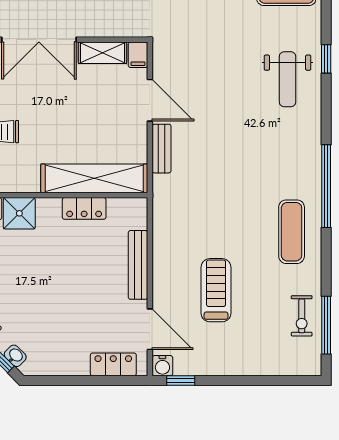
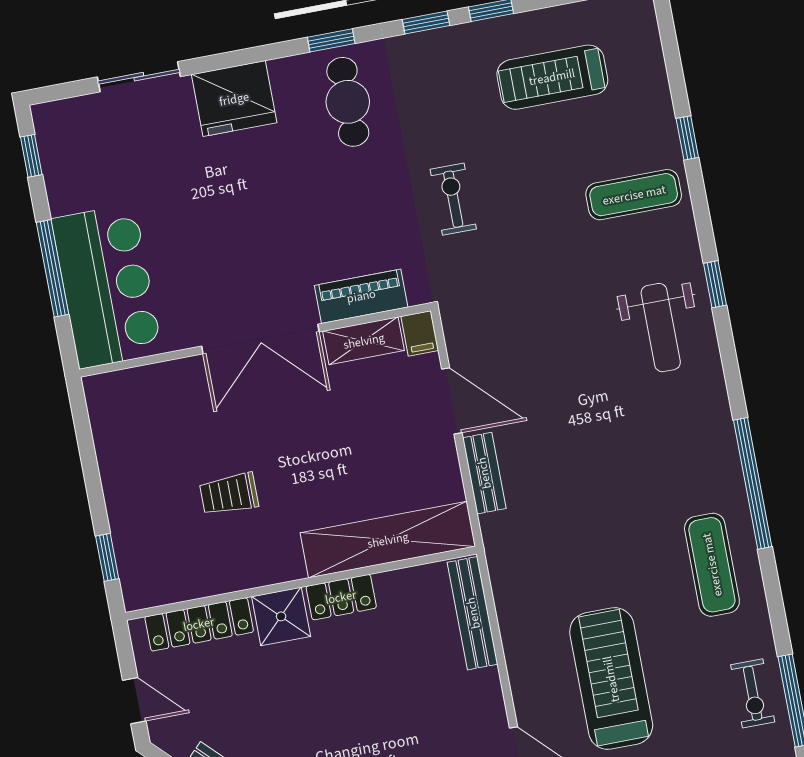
piano: (106, 25) -> (361, 296), added
locker: (84, 208) -> (341, 597), moved
bench: (138, 265) -> (473, 613), moved
treadmill: (216, 290) -> (611, 679), width x1.37, depth x1.38

